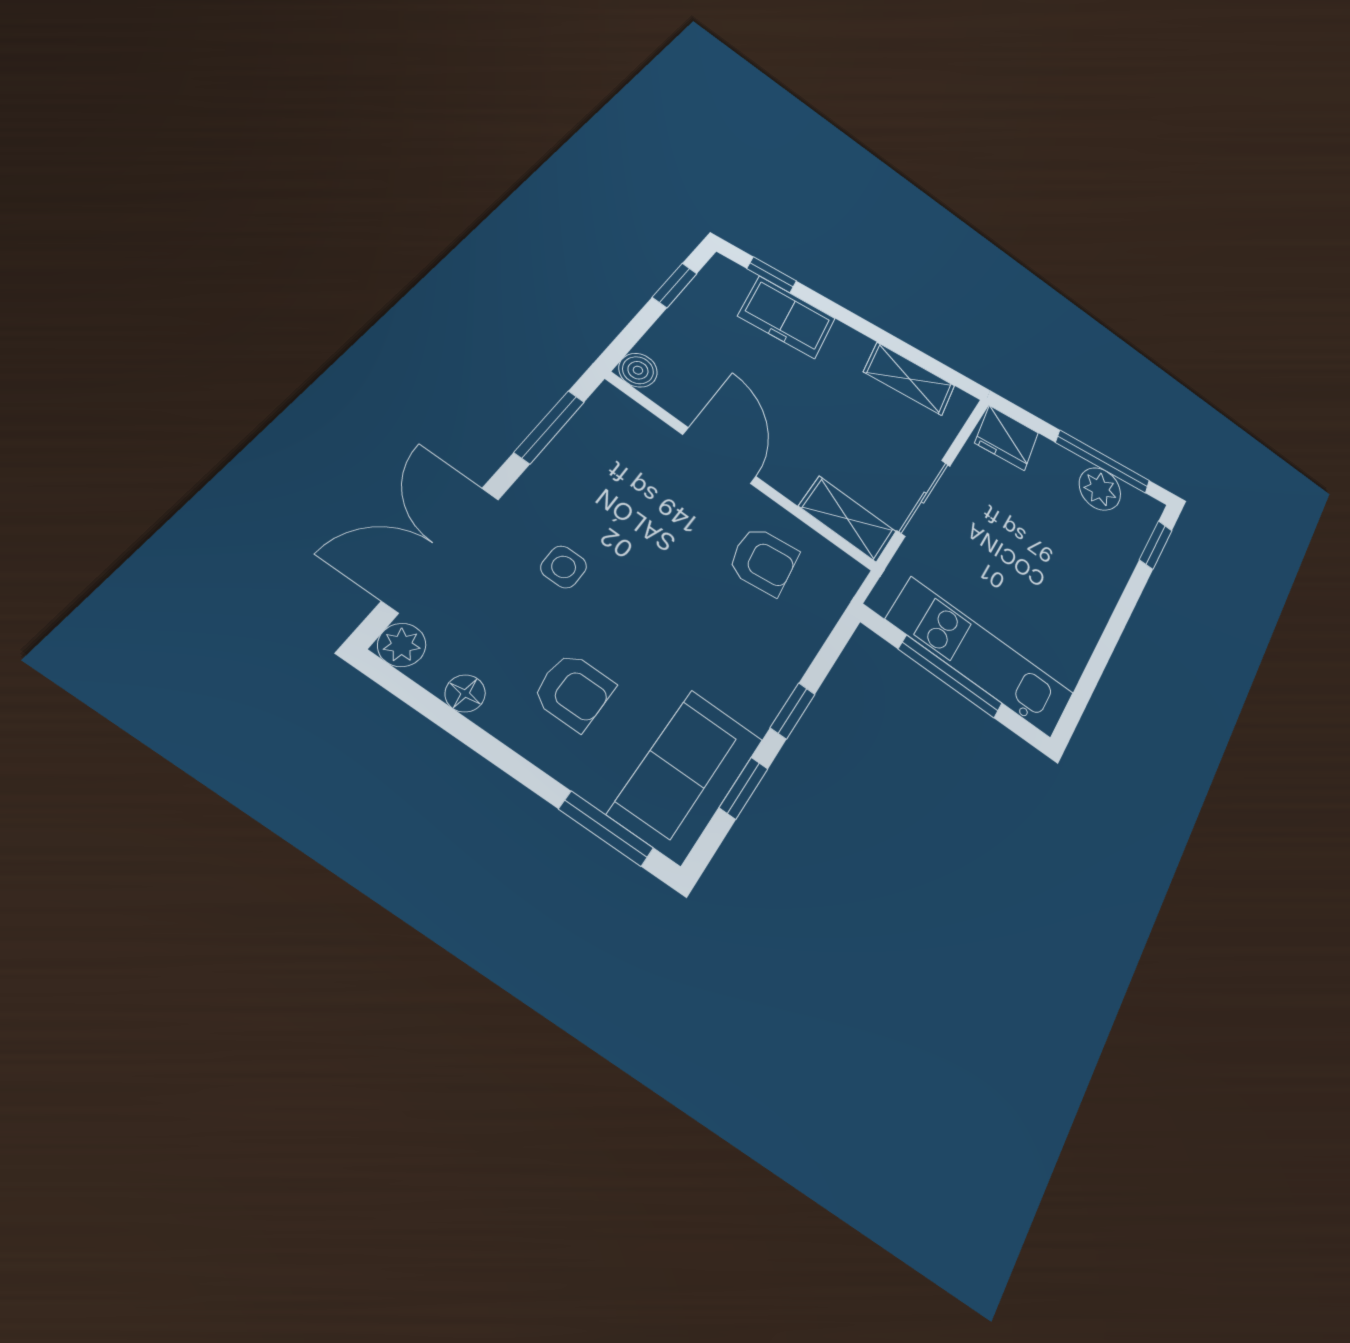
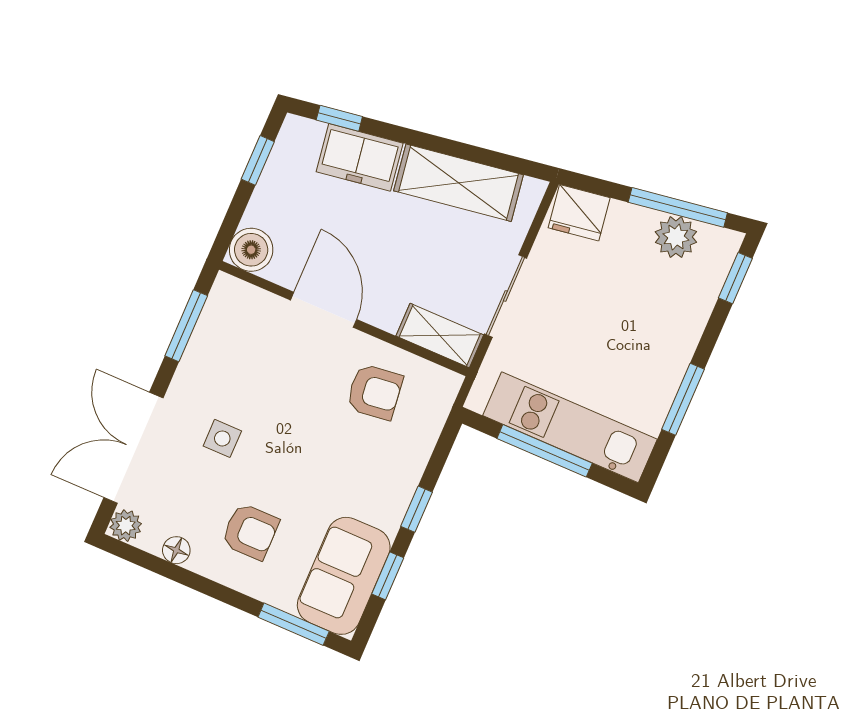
boiler: (638, 370) -> (251, 250), width x1.36, depth x1.36
shelving: (909, 379) -> (459, 183), width x1.50, depth x1.33
window: (1101, 656) -> (683, 399), added

